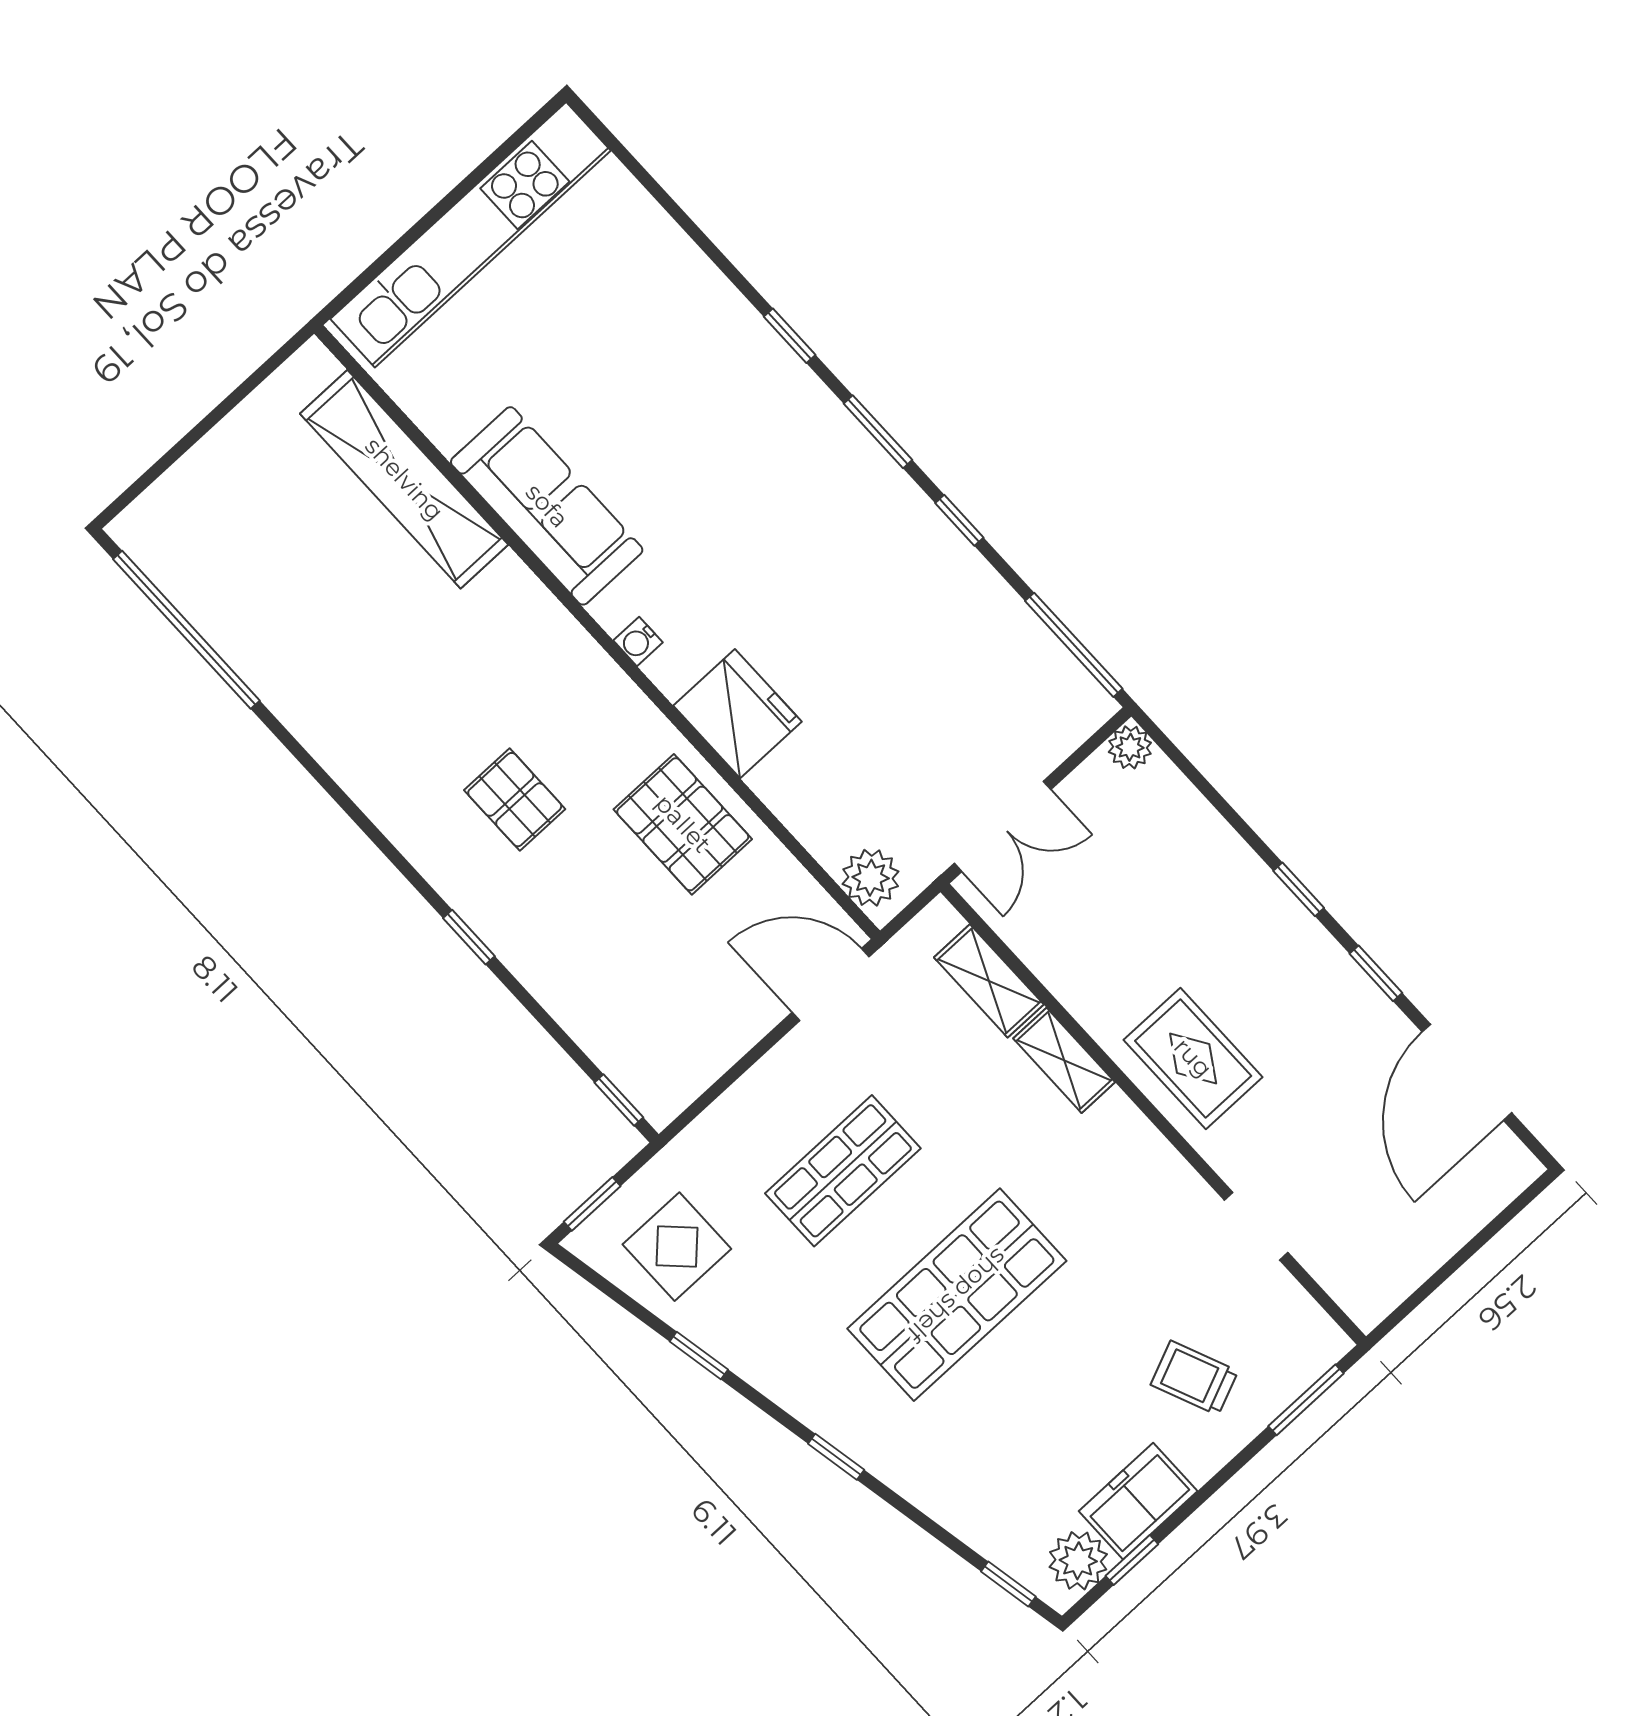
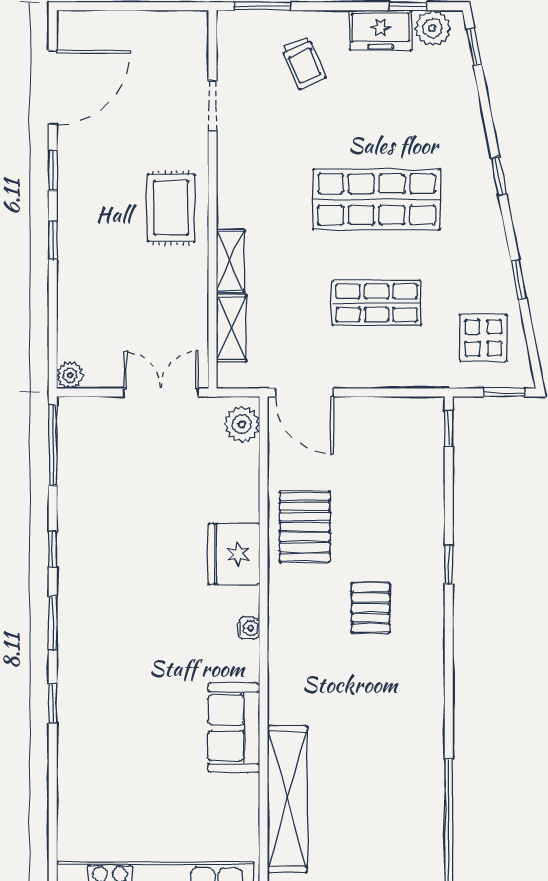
sofa: (547, 506) -> (234, 728), width x0.73

